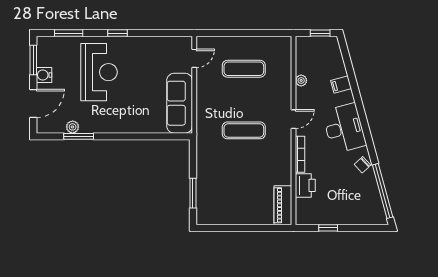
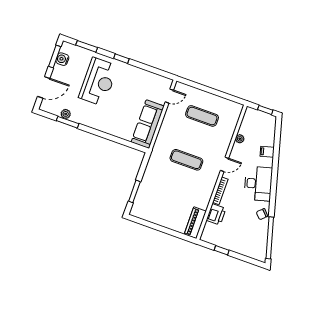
water cooler: (44, 75) -> (62, 59), moved

